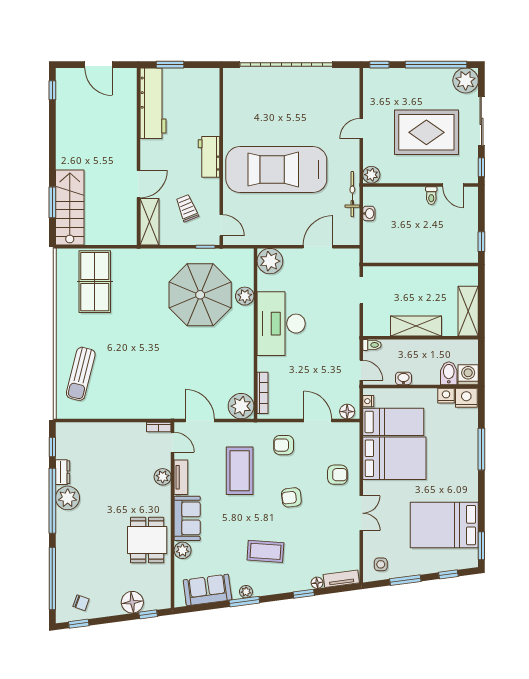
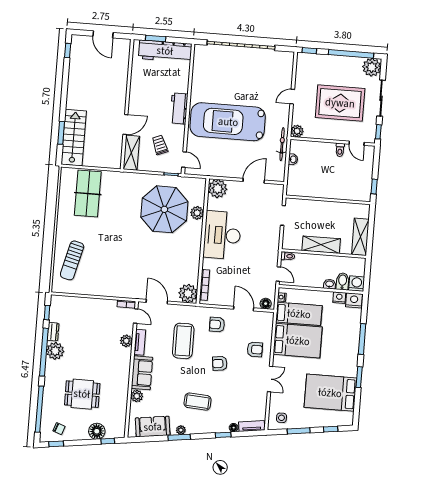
workbench: (153, 103) -> (165, 51), moved, turned 90
washbasin: (403, 378) -> (330, 284), moved
dining table: (147, 540) -> (82, 394), moved, turned 90
window: (481, 546) -> (359, 377), moved

